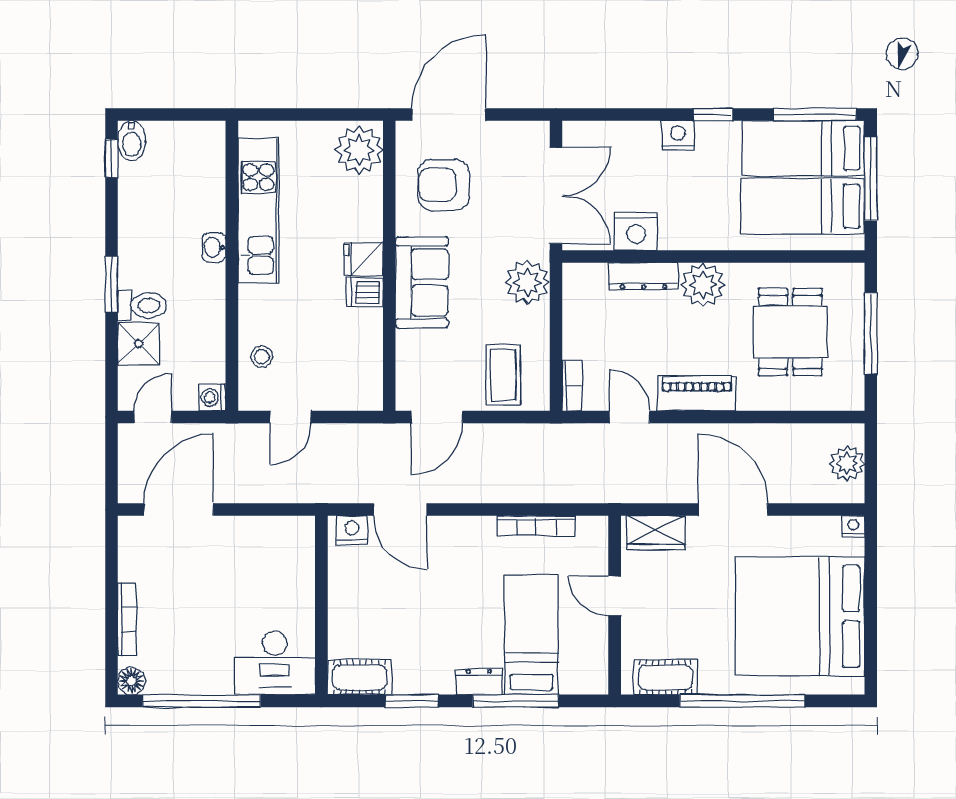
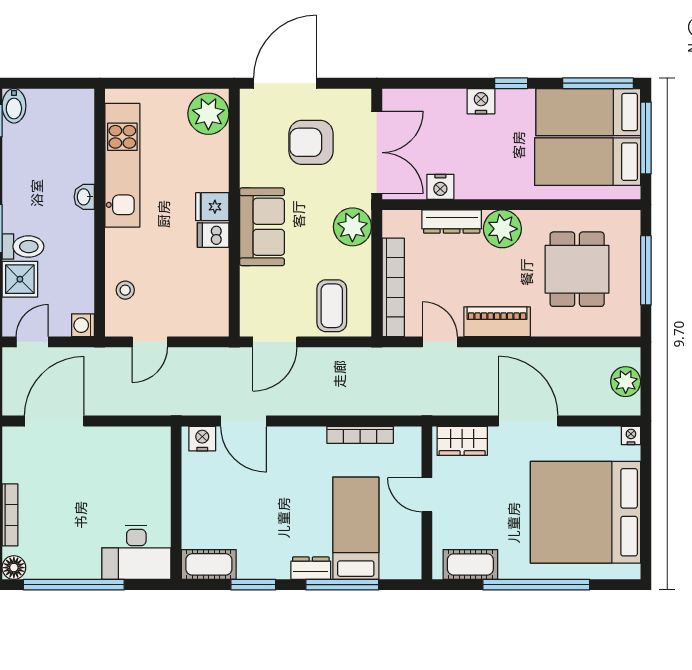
armchair: (444, 185) -> (311, 142), moved
nightstand: (636, 231) -> (440, 187), width x0.74, depth x0.75
bookcase: (572, 386) -> (393, 287), width x2.31, depth x1.31

